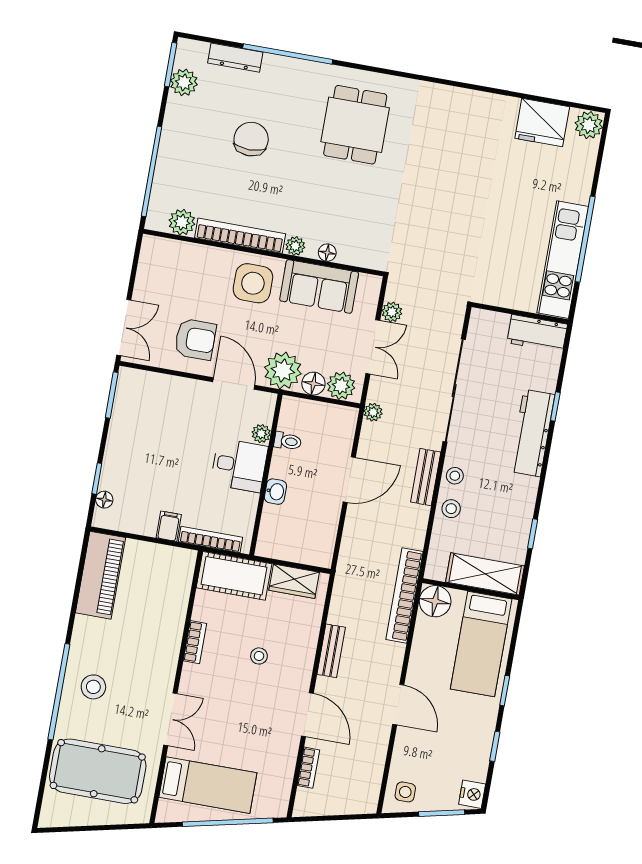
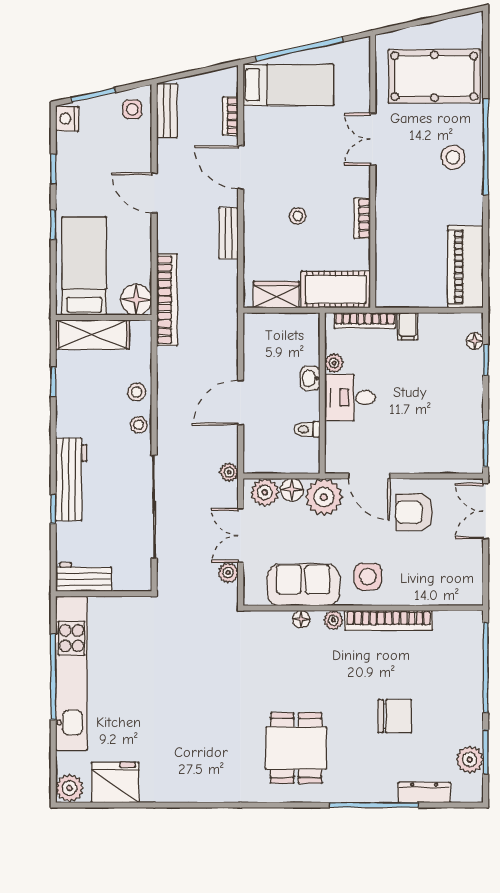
window: (171, 65) -> (486, 752), moved
chair: (251, 139) -> (395, 716), turned -90
plant: (182, 222) -> (447, 624), removed
kitchen unit: (563, 260) -> (71, 673), width x1.36
side table: (253, 283) -> (368, 577), width x0.73, depth x0.73
plant: (261, 434) -> (334, 363), moved
bench: (426, 477) -> (167, 111), moved
bed: (208, 785) -> (288, 85), moved, turned 180

